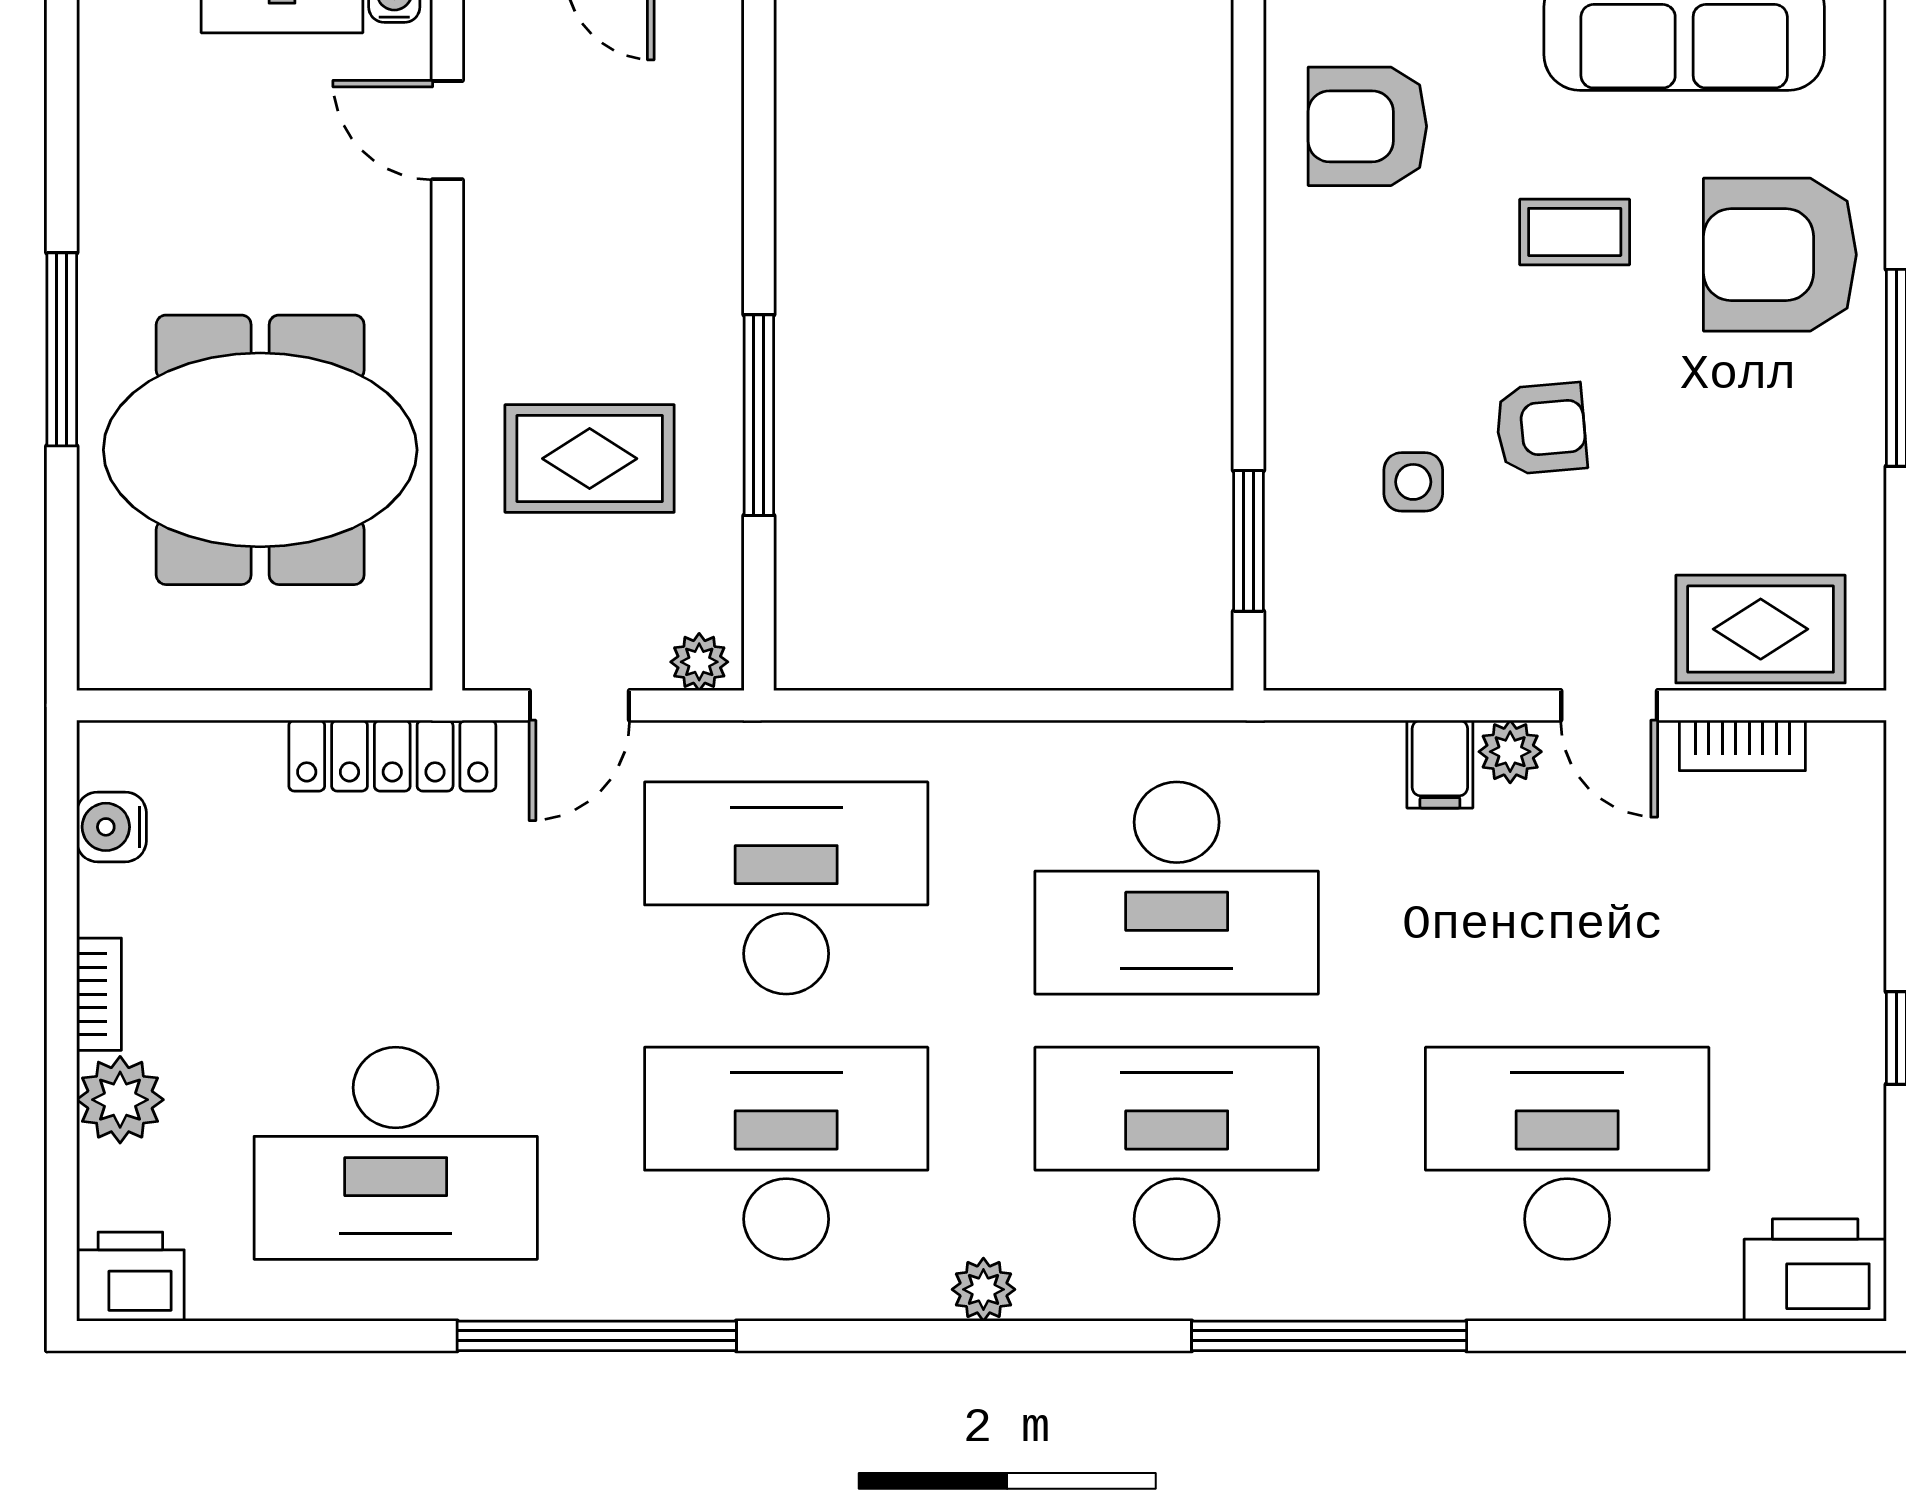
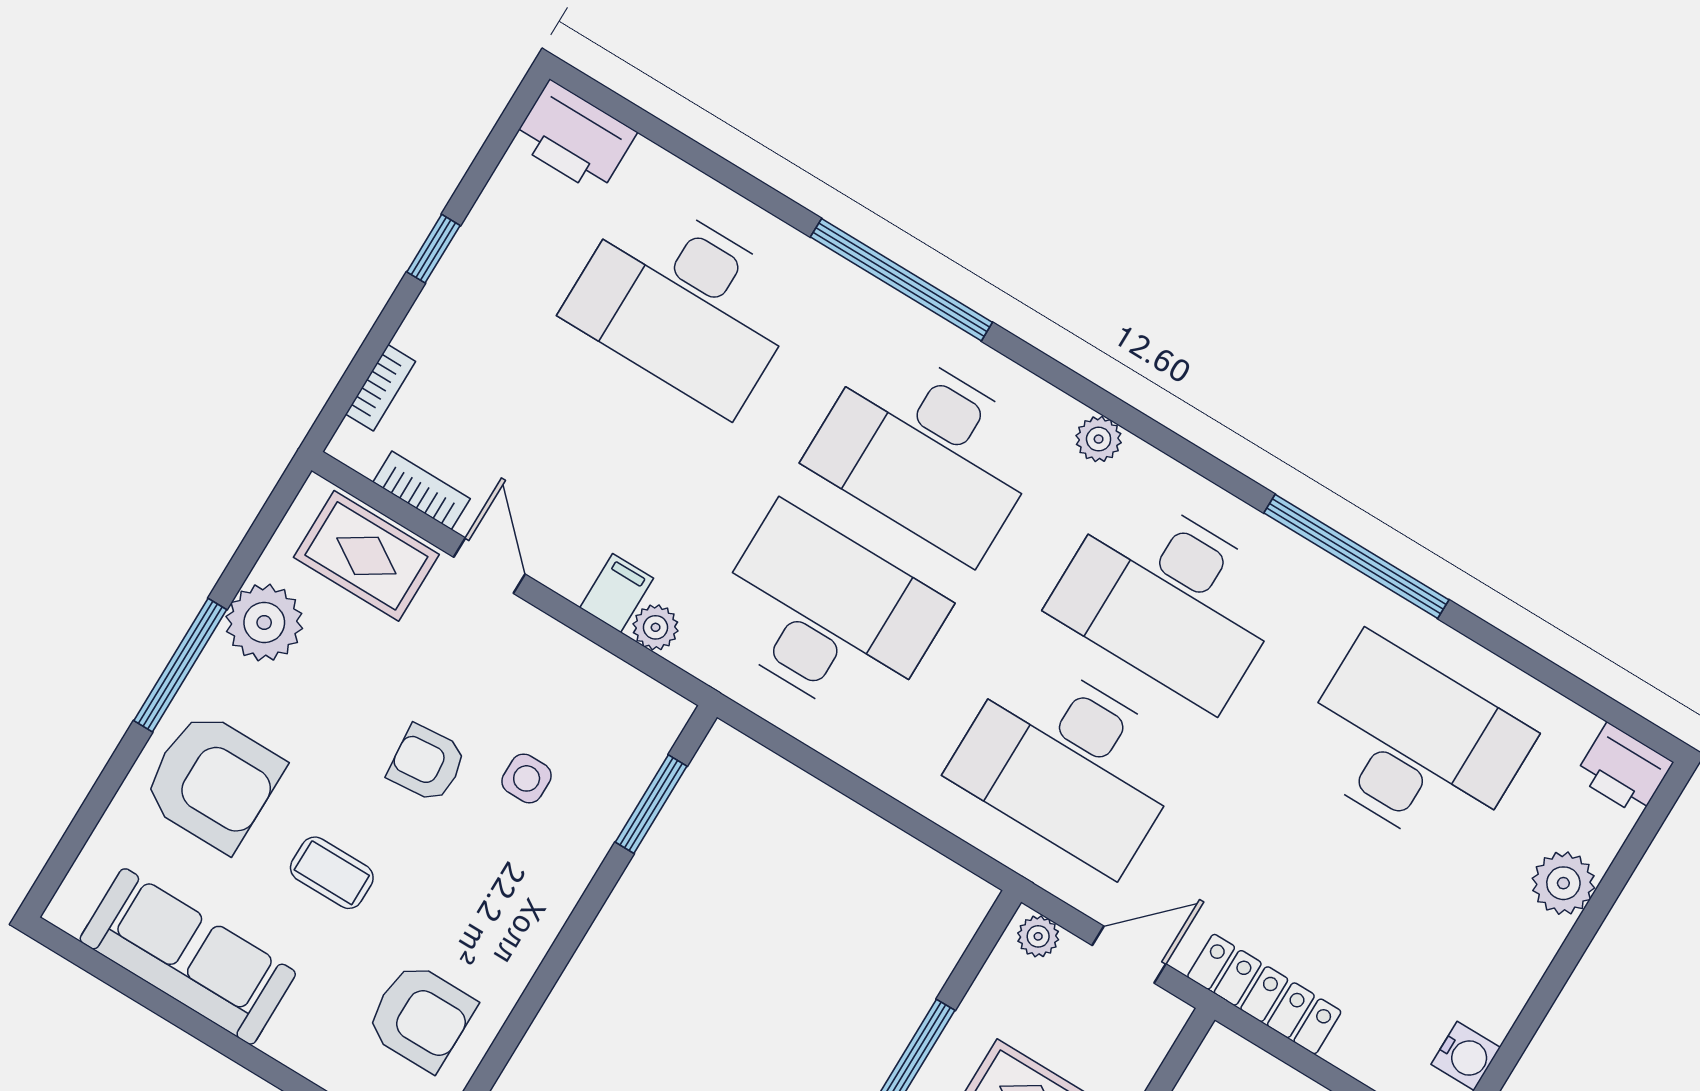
plant: (1833, 478) -> (264, 622), added
plant: (1510, 752) -> (656, 627), moved
bookcase: (99, 994) -> (381, 388), moved, turned 180

